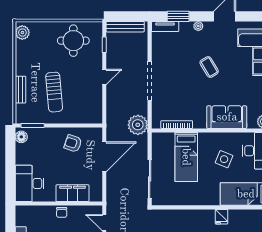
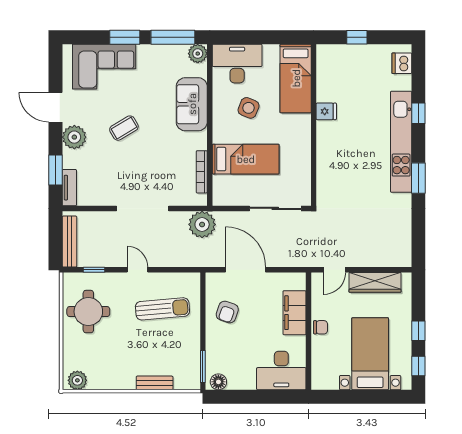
plant: (198, 26) -> (74, 137), width x1.88, depth x1.88
sun lounger: (54, 92) -> (162, 309), moved

